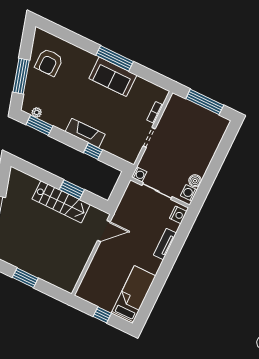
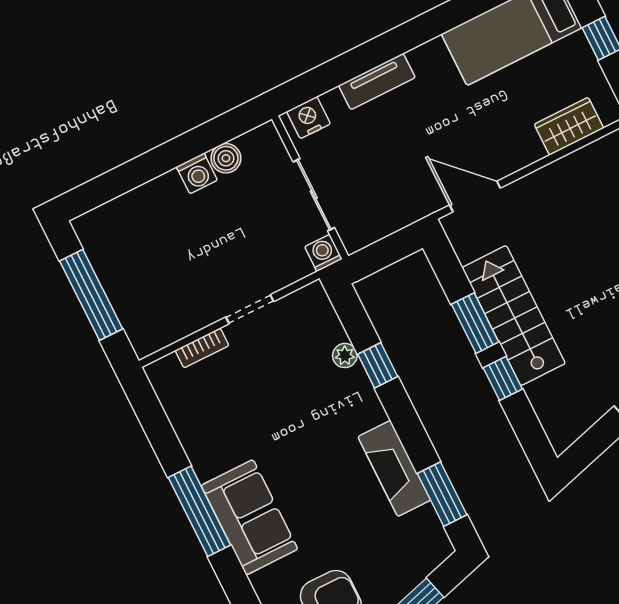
sofa: (113, 77) -> (249, 517), moved
plant: (37, 112) -> (345, 355), moved
fireplace: (85, 133) -> (394, 468), moved
window: (49, 178) -> (503, 378), added
washing machine: (189, 193) -> (197, 173), moved
wardrobe: (91, 278) -> (569, 126), added

